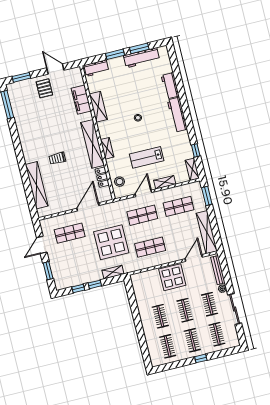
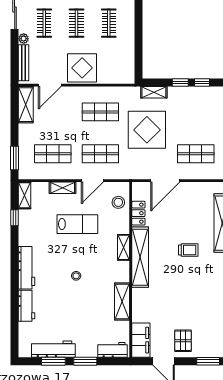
filing cabinet: (81, 100) -> (141, 340), moved
shelving: (207, 232) -> (26, 105), width x0.68

